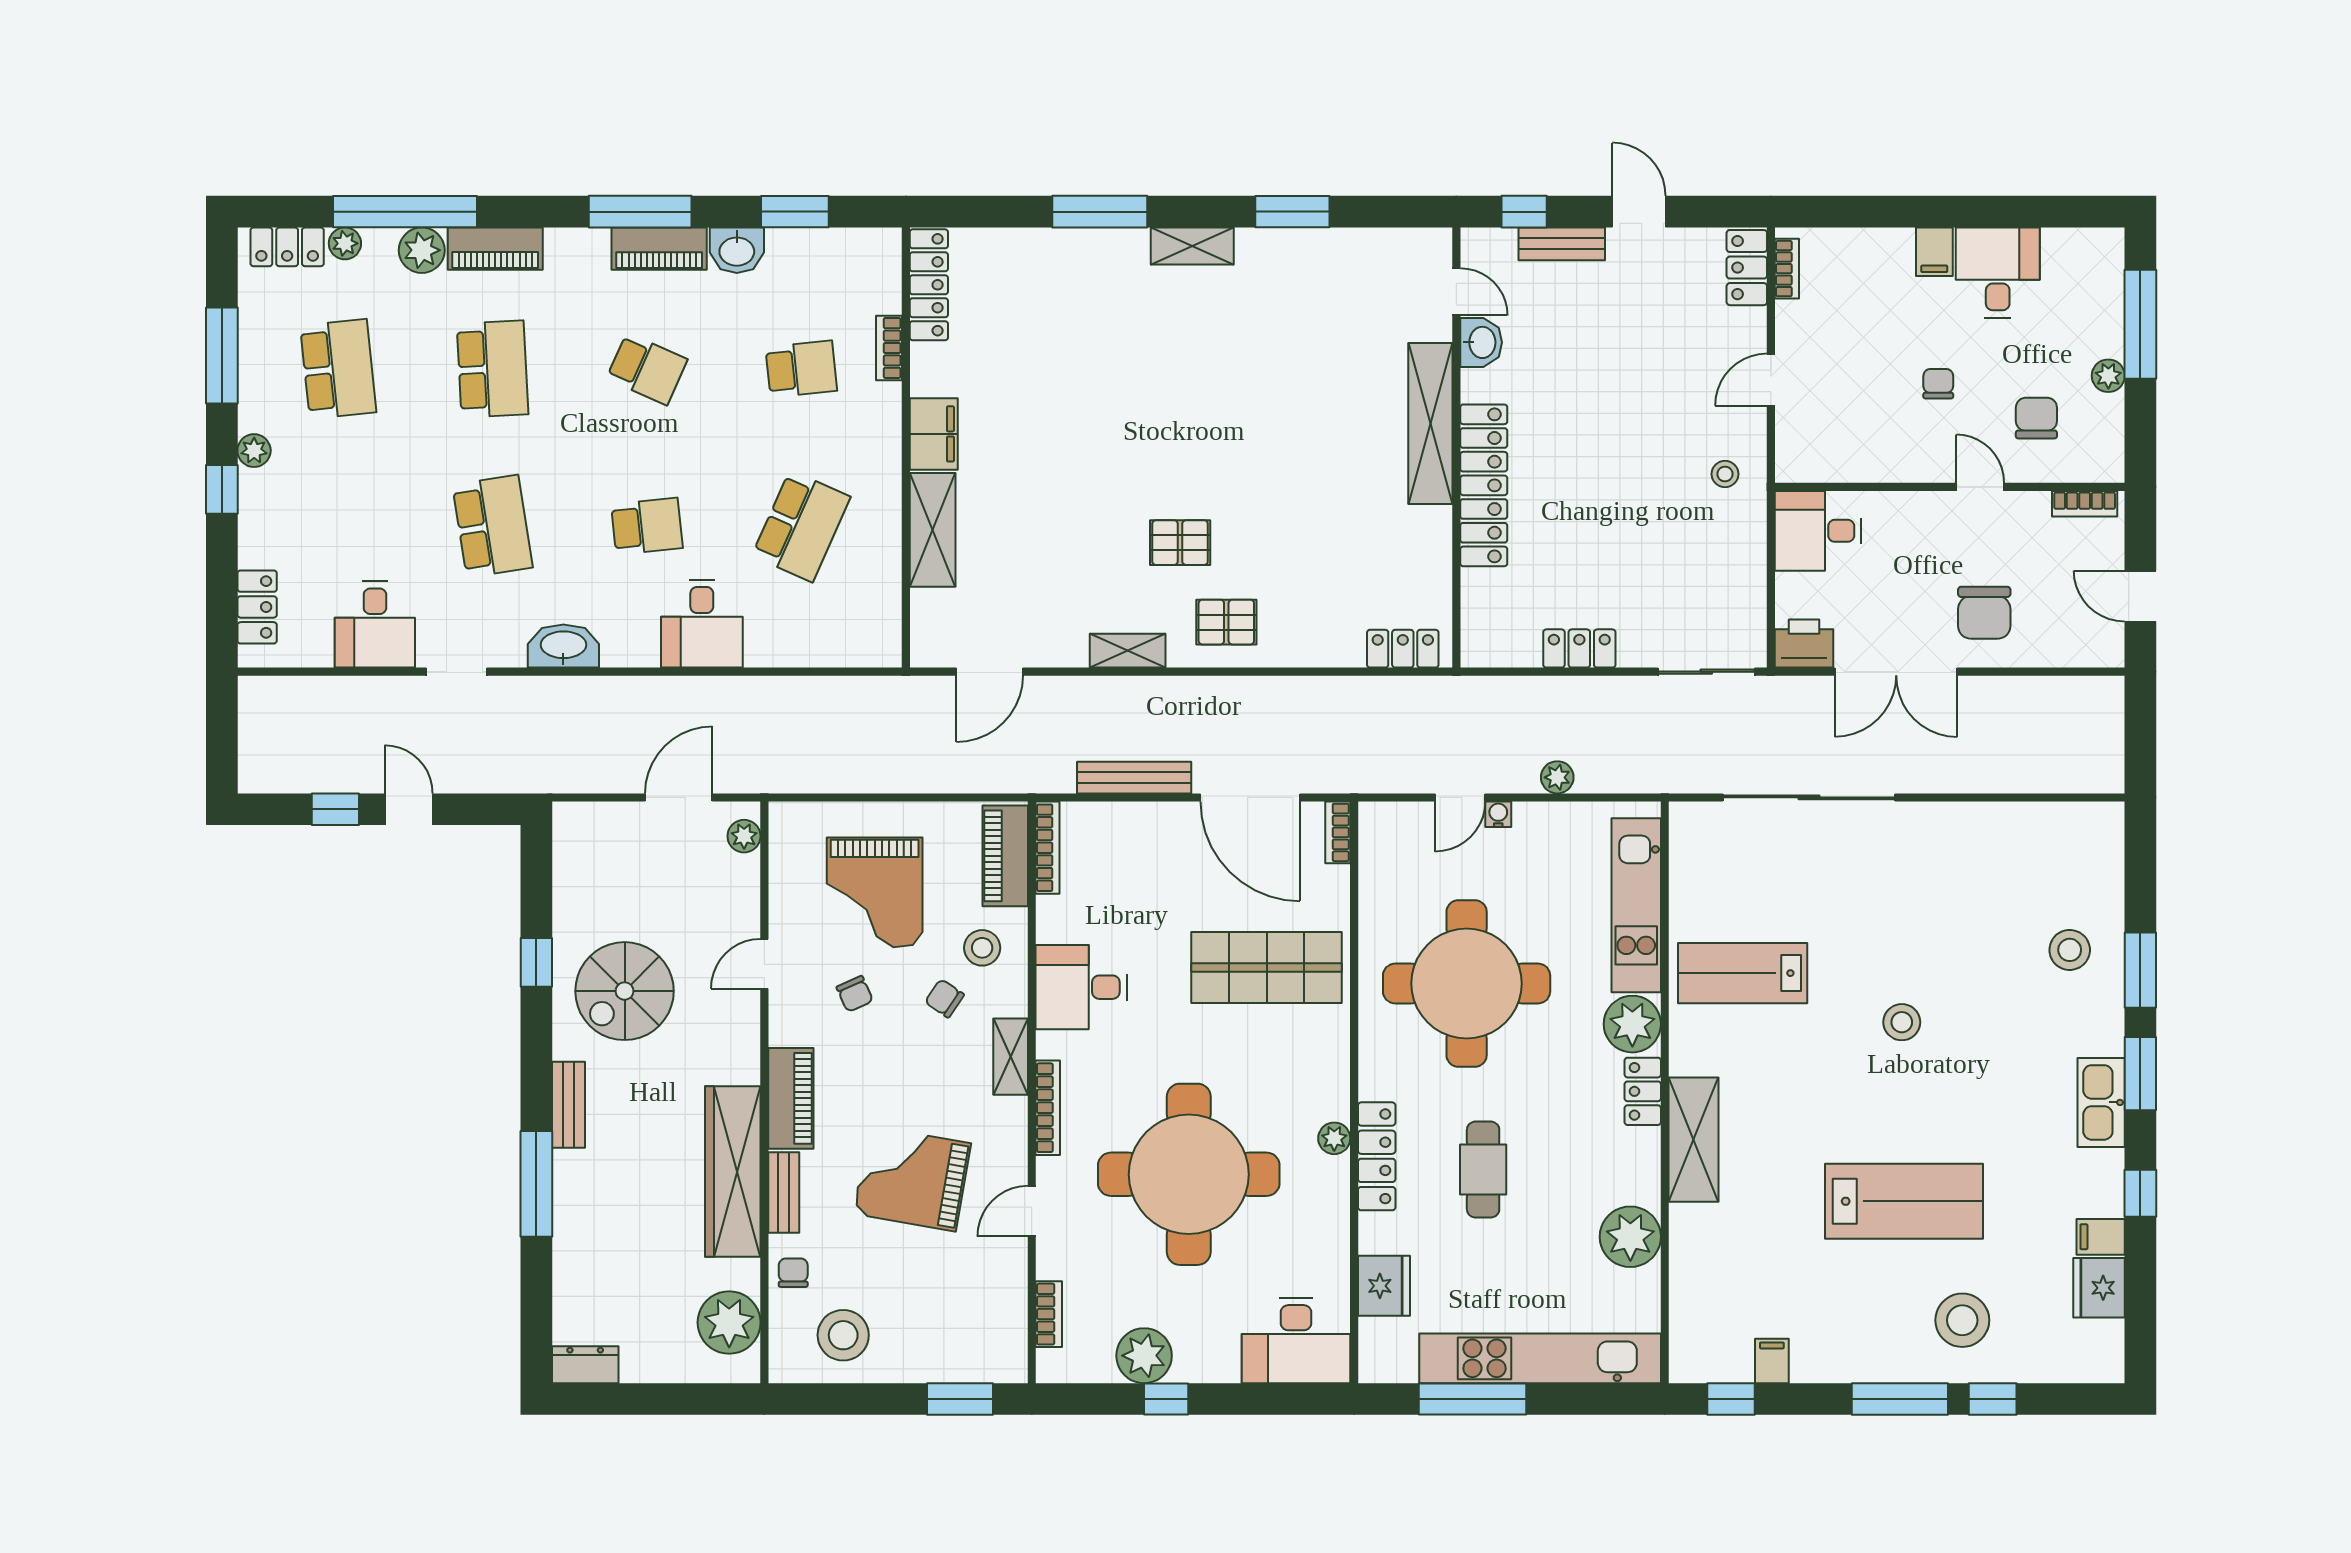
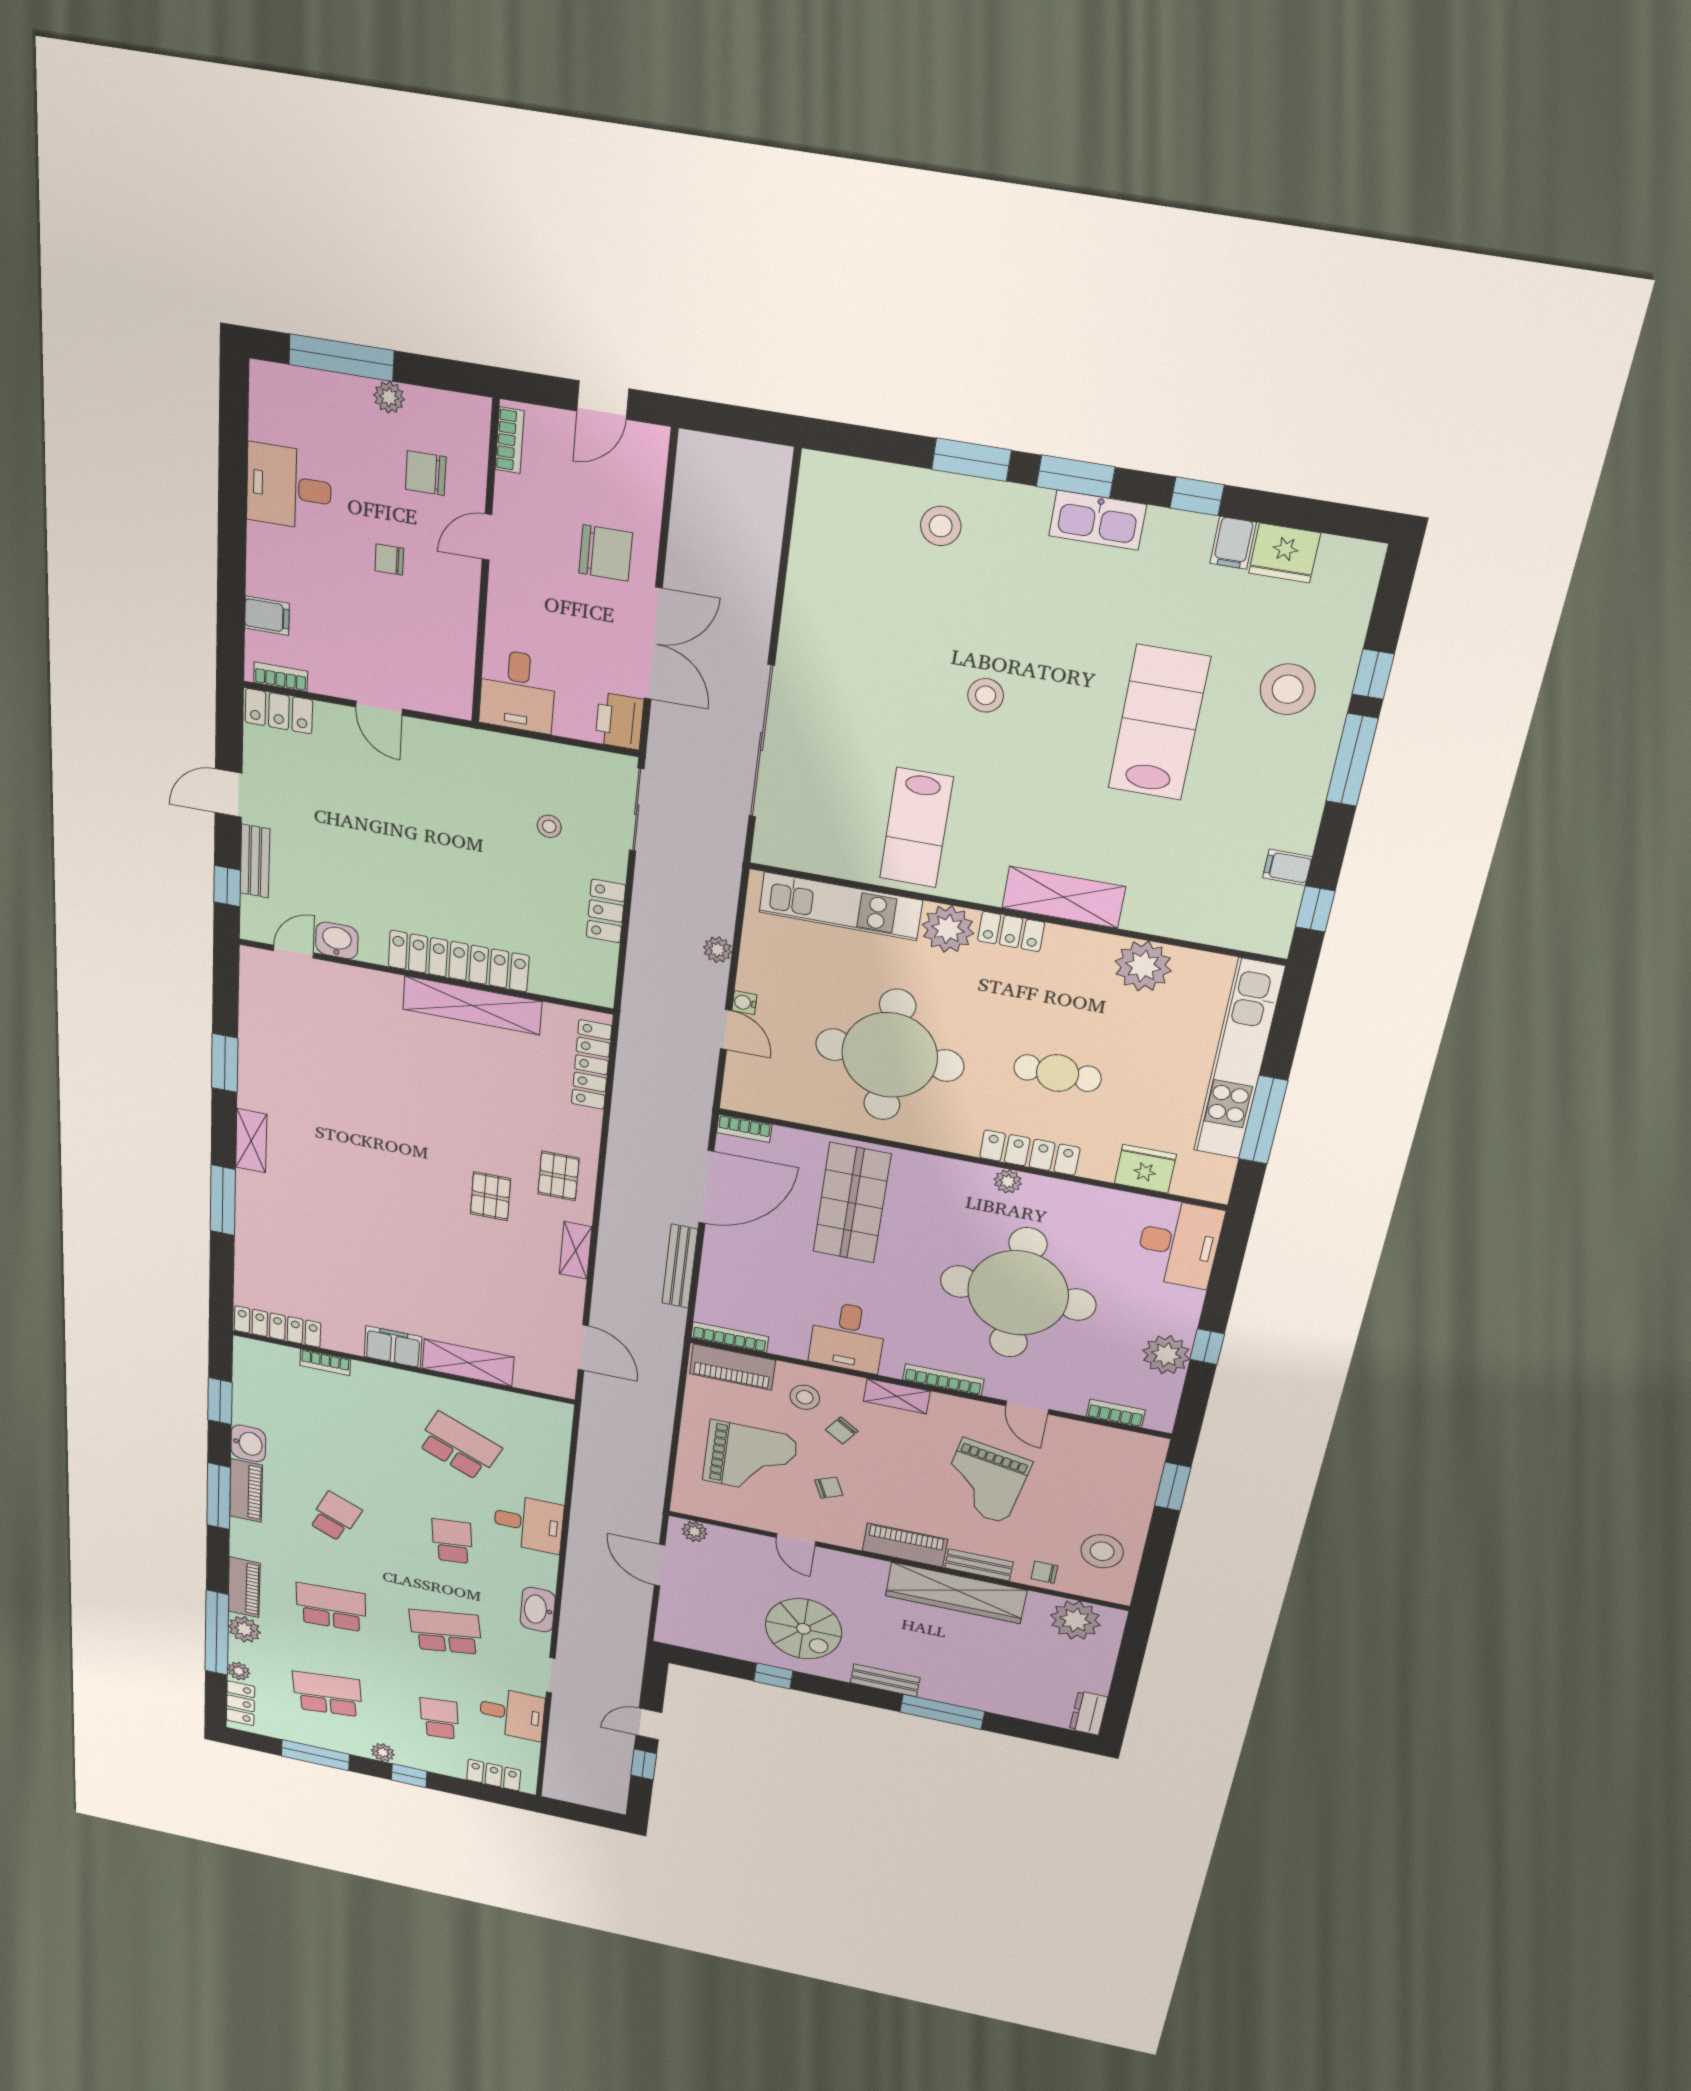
filing cabinet: (1934, 252) -> (267, 616), moved
school desk: (801, 369) -> (439, 1718), moved
shelving: (1430, 423) -> (472, 1005), moved
stool: (1725, 474) -> (549, 826), moved
locker: (1403, 649) -> (591, 1065), width x1.53

